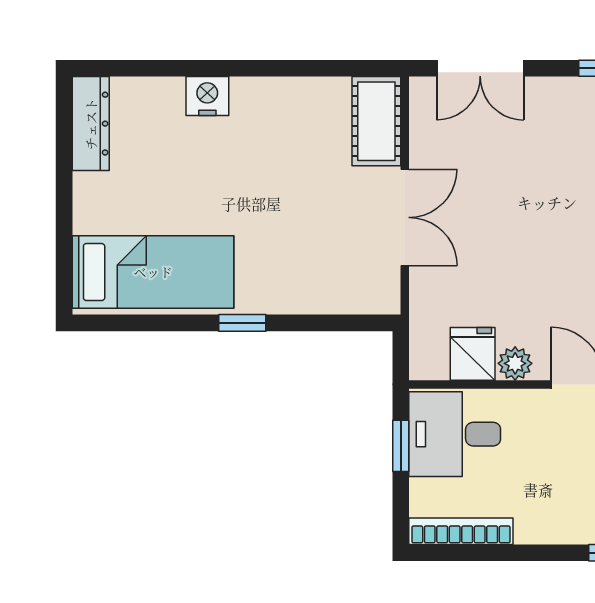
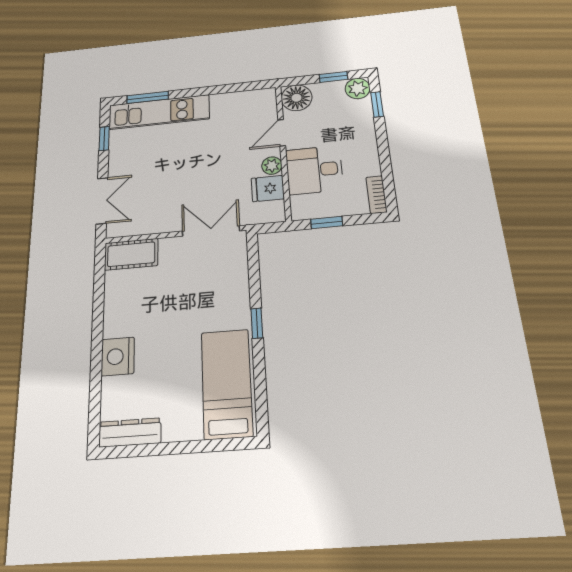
nightstand: (207, 96) -> (118, 356), width x1.36, depth x1.33
double door: (405, 217) -> (211, 231), moved
desk: (455, 434) -> (314, 170), moved, turned 90
bookcase: (461, 531) -> (376, 195), width x0.64

